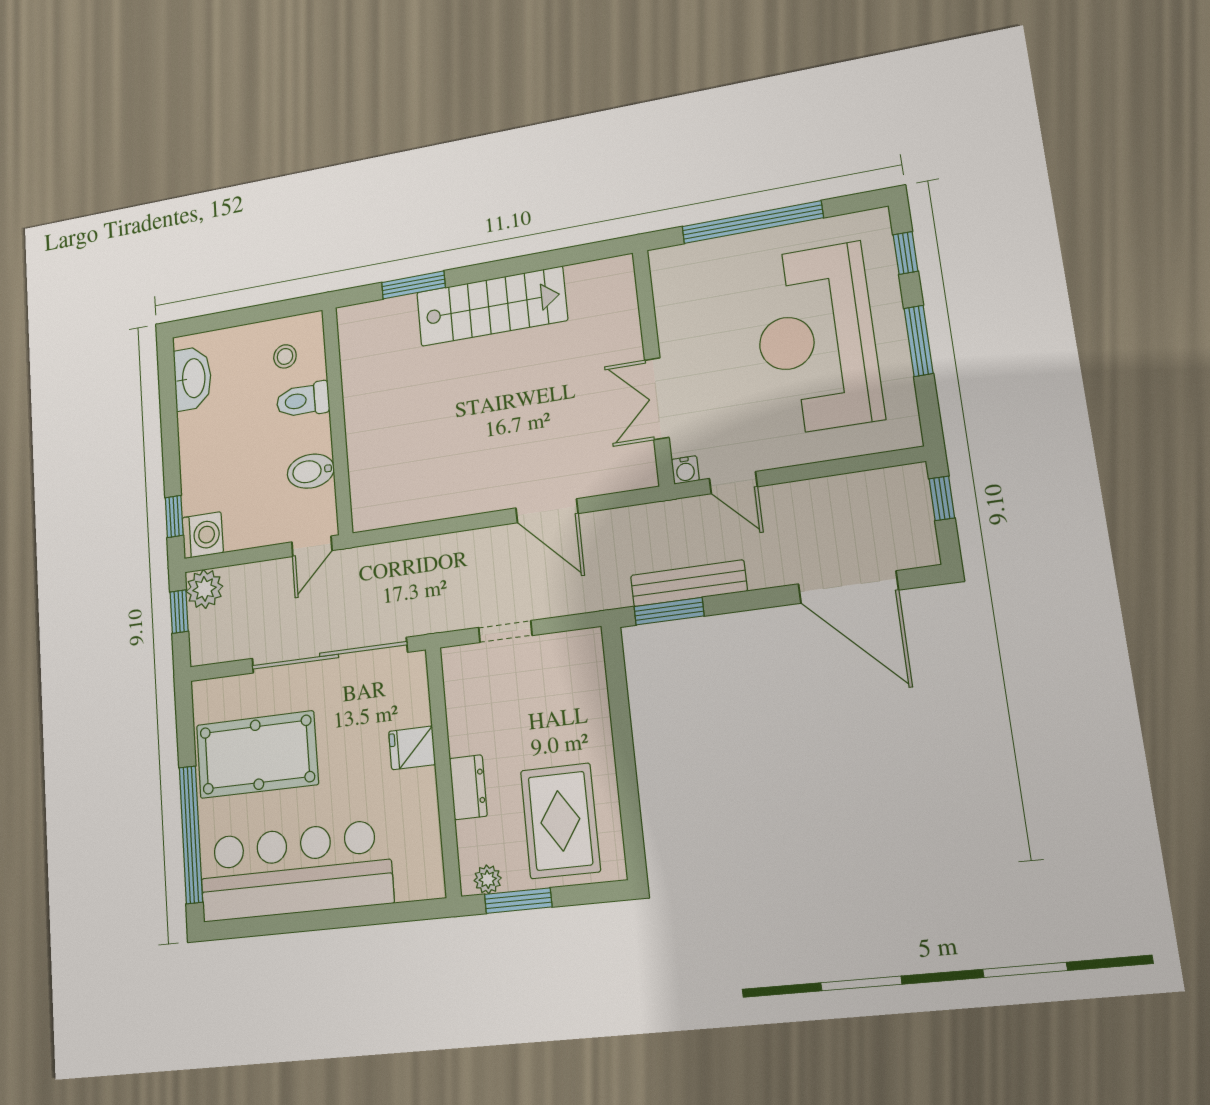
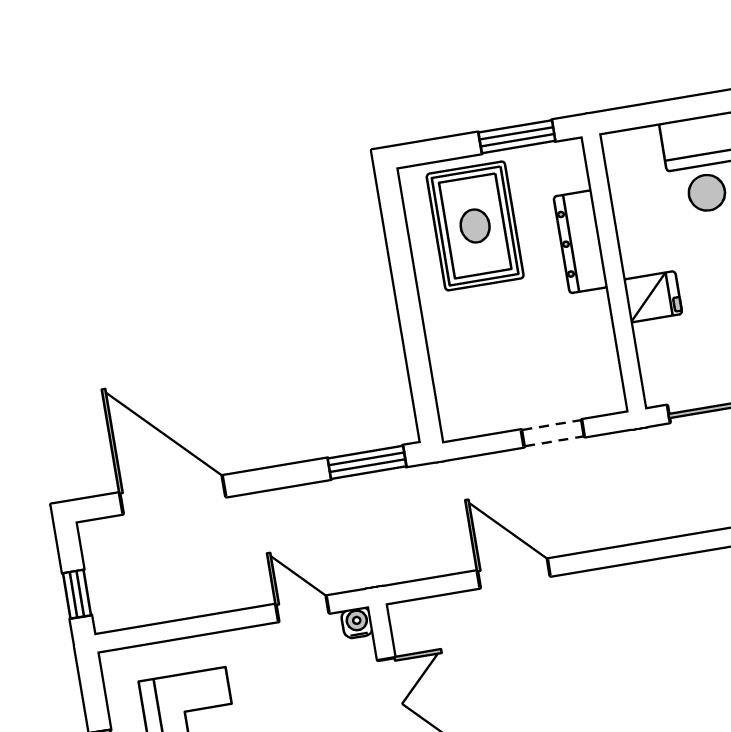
bench: (689, 583) -> (347, 494), removed
dresser: (468, 787) -> (581, 242), width x1.44
plant: (488, 879) -> (553, 157), removed

